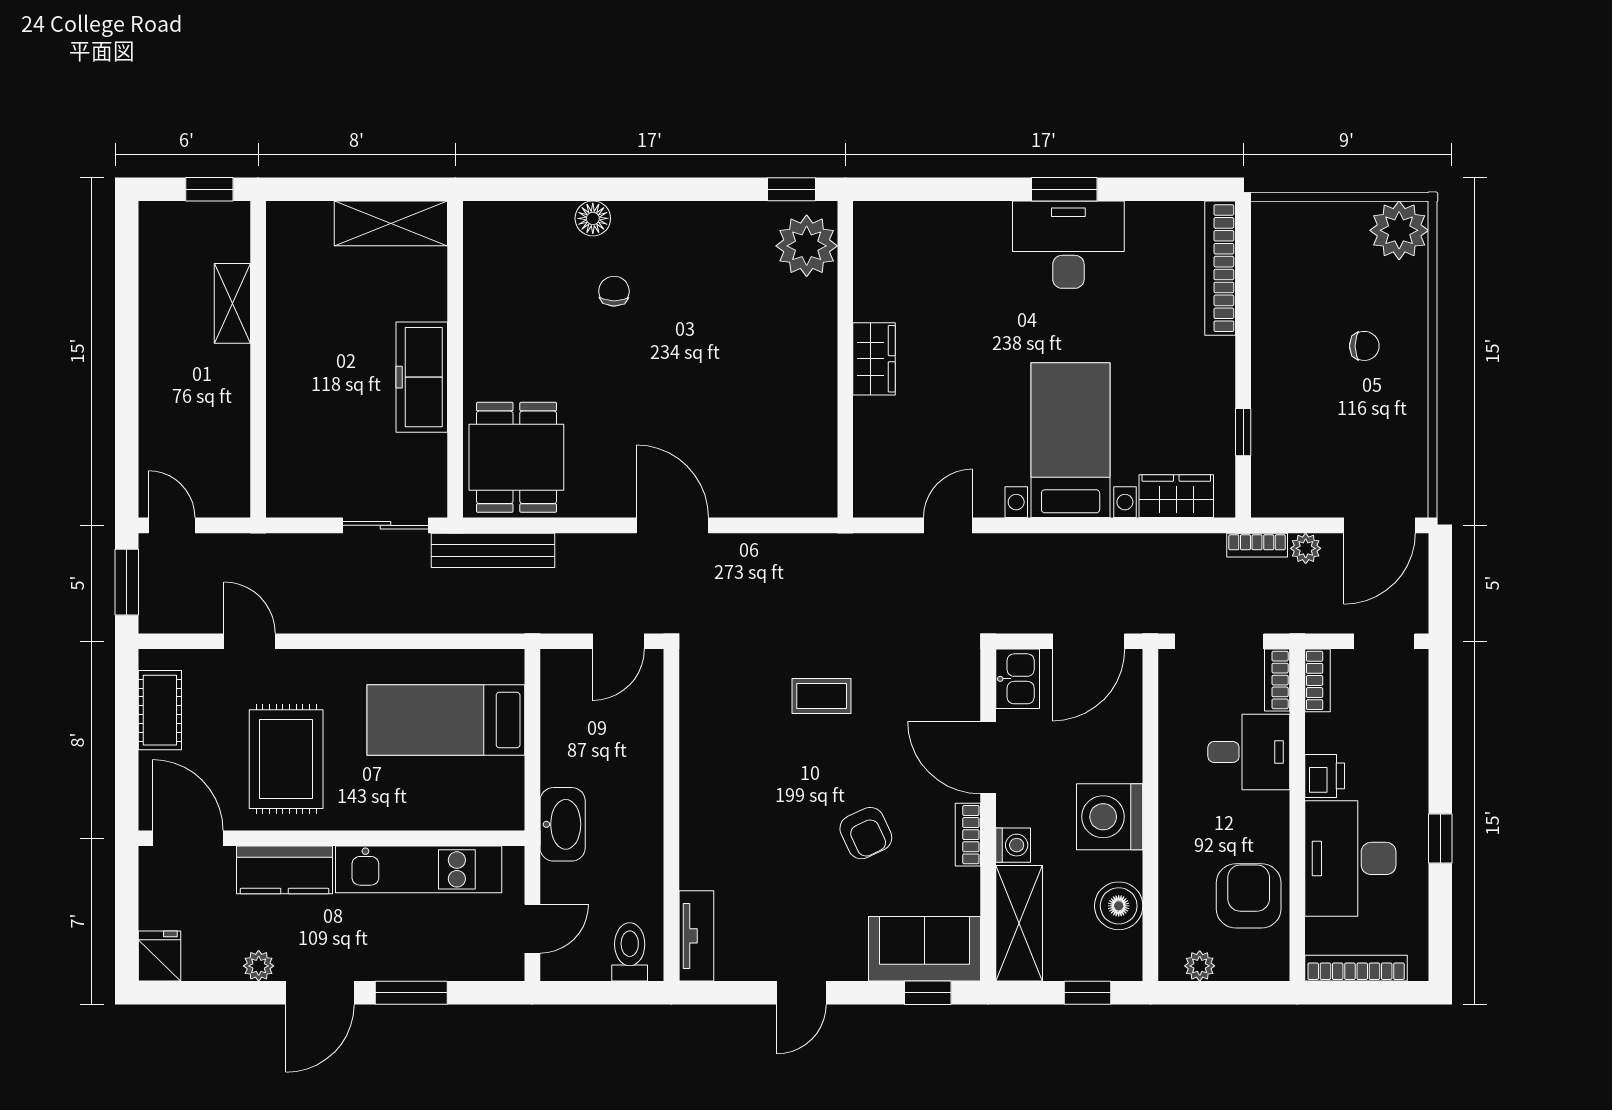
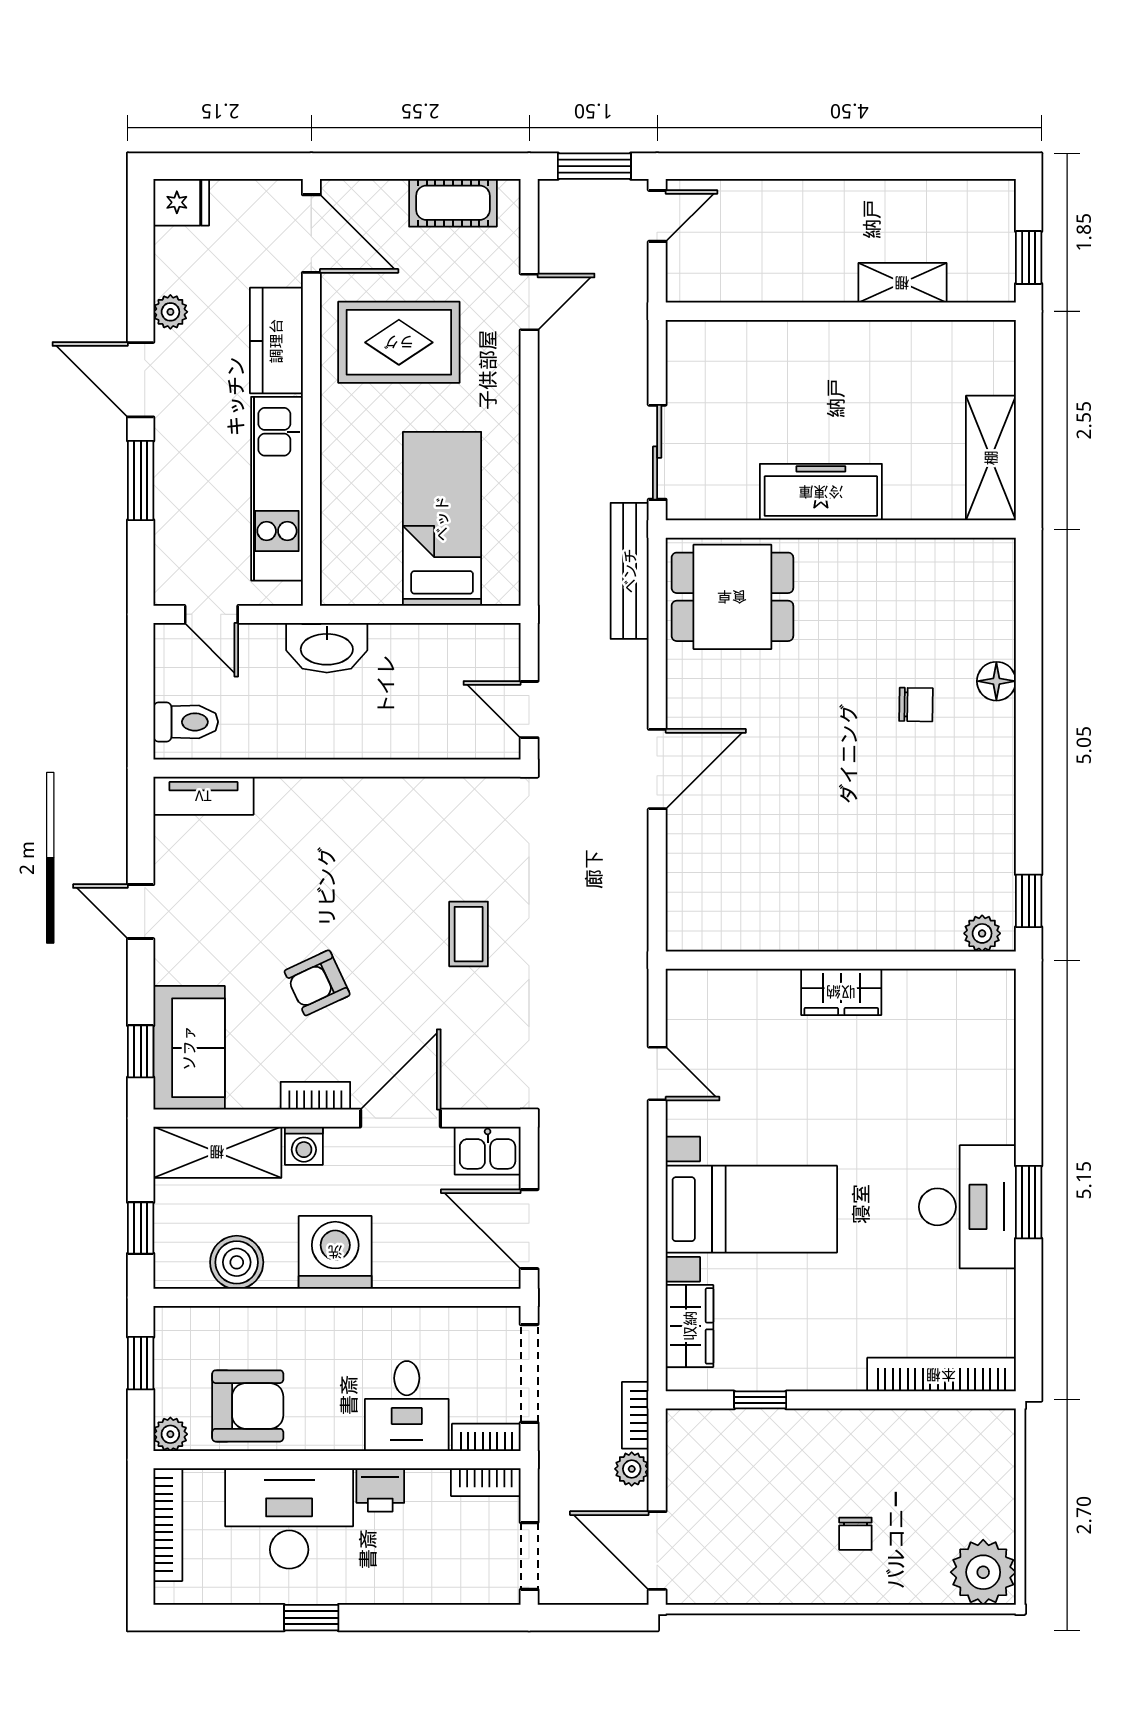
plant: (807, 246) -> (982, 933), width x0.53, depth x0.53
door: (188, 838) -> (311, 234), hinge flipped
plant: (1200, 966) -> (170, 1434), moved
window: (1210, 993) -> (141, 1363), added

